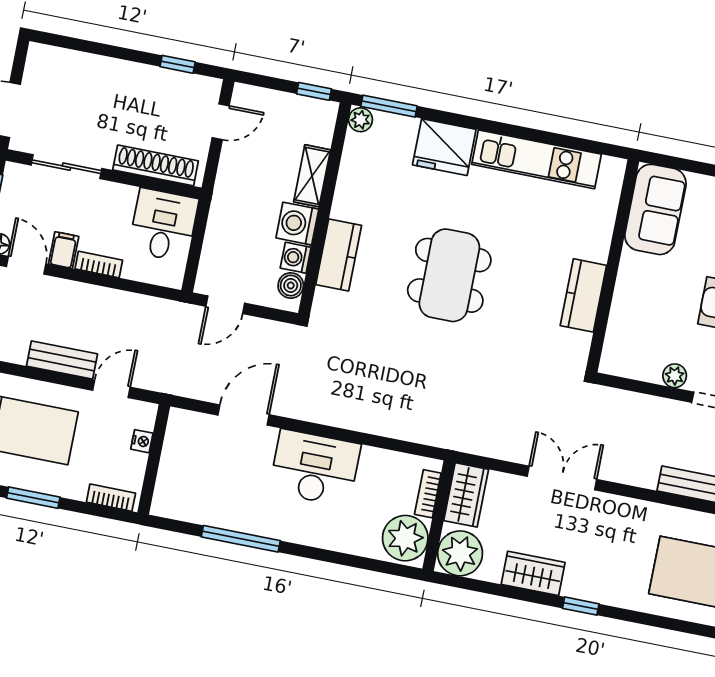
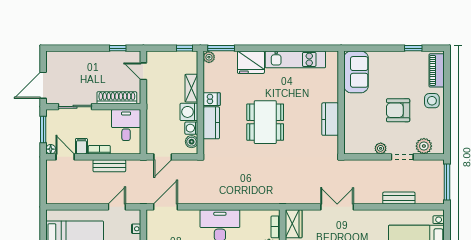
door: (221, 122) -> (143, 71), swing flipped
dishwasher: (349, 207) -> (212, 99), added
bench: (62, 360) -> (109, 166), moved
door: (243, 415) -> (166, 207), moved

